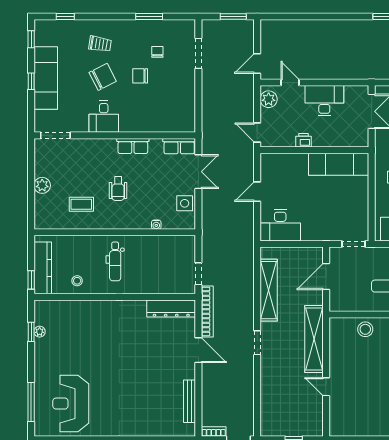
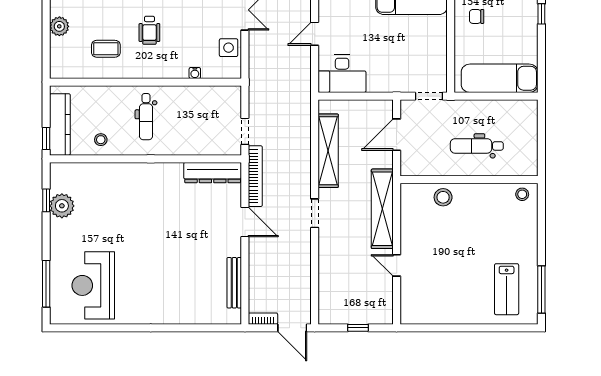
plant: (40, 332) -> (62, 206), width x1.87, depth x1.87

